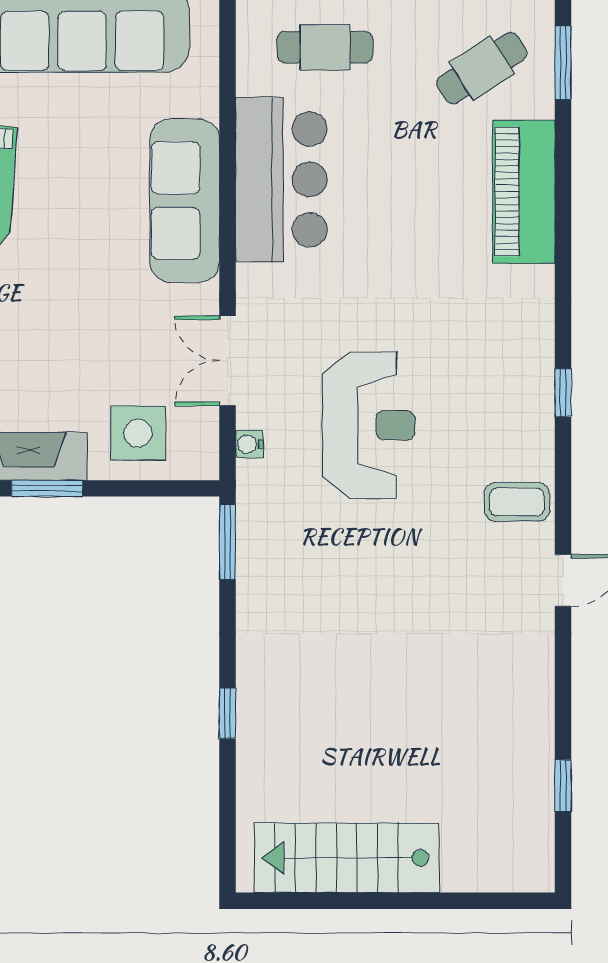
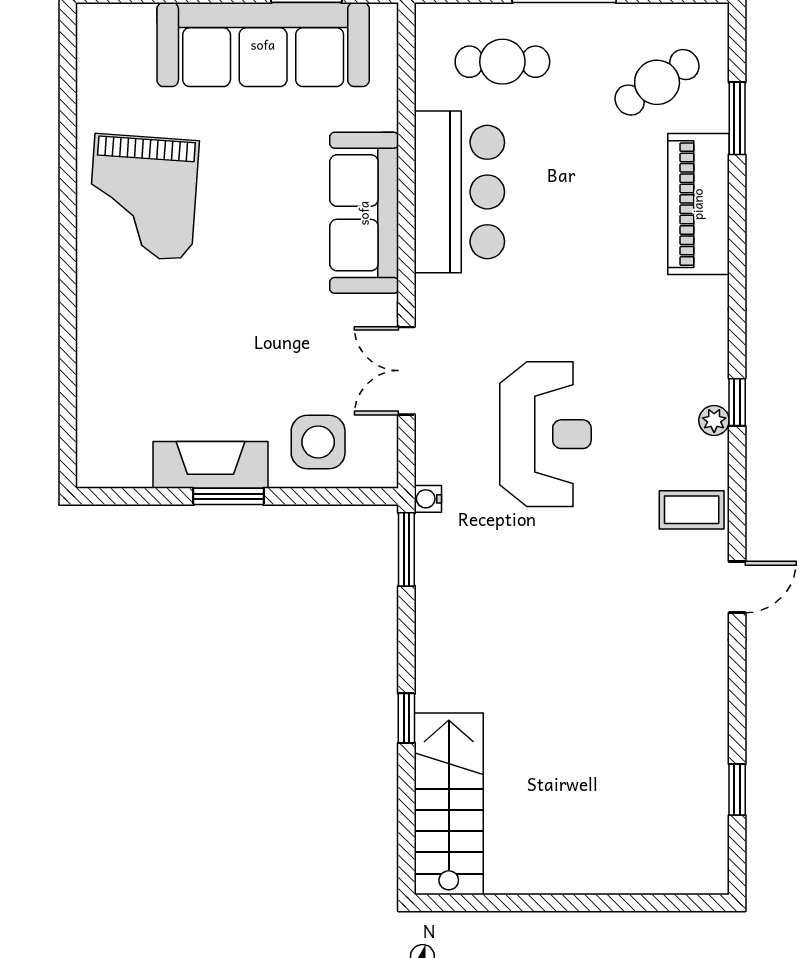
window: (563, 63) -> (737, 118), moved
plant: (540, 411) -> (714, 420), added
water cooler: (249, 444) -> (428, 499), moved
stairs: (347, 858) -> (449, 804), moved, turned 90

